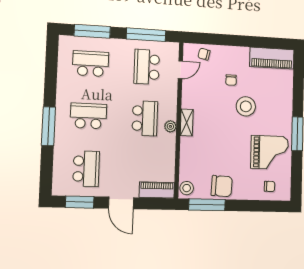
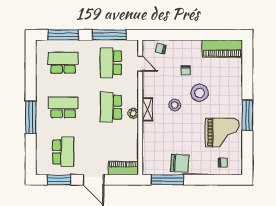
door: (180, 70) -> (140, 64), hinge flipped
school desk: (145, 118) -> (111, 107), turned 180
stool: (187, 188) -> (175, 105), moved

